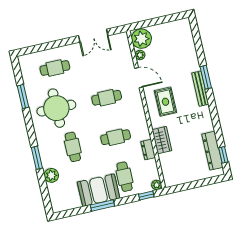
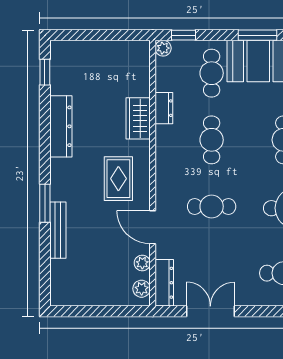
plant: (141, 39) -> (142, 289), width x0.53, depth x0.53
dresser: (124, 46) -> (164, 283), added
bench: (200, 89) -> (58, 230), moved
cafe table: (116, 137) -> (212, 140), turned 90
dresser: (212, 151) -> (61, 126), moved

